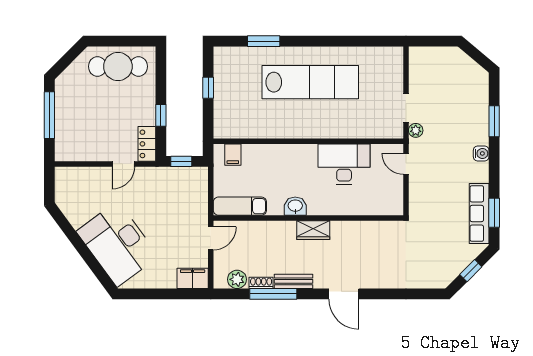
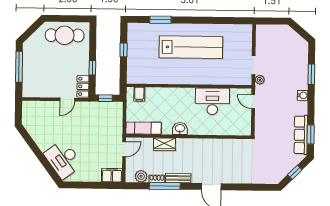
wardrobe: (313, 230) -> (164, 144), moved
desk: (118, 244) -> (63, 159), width x0.73, depth x0.77

